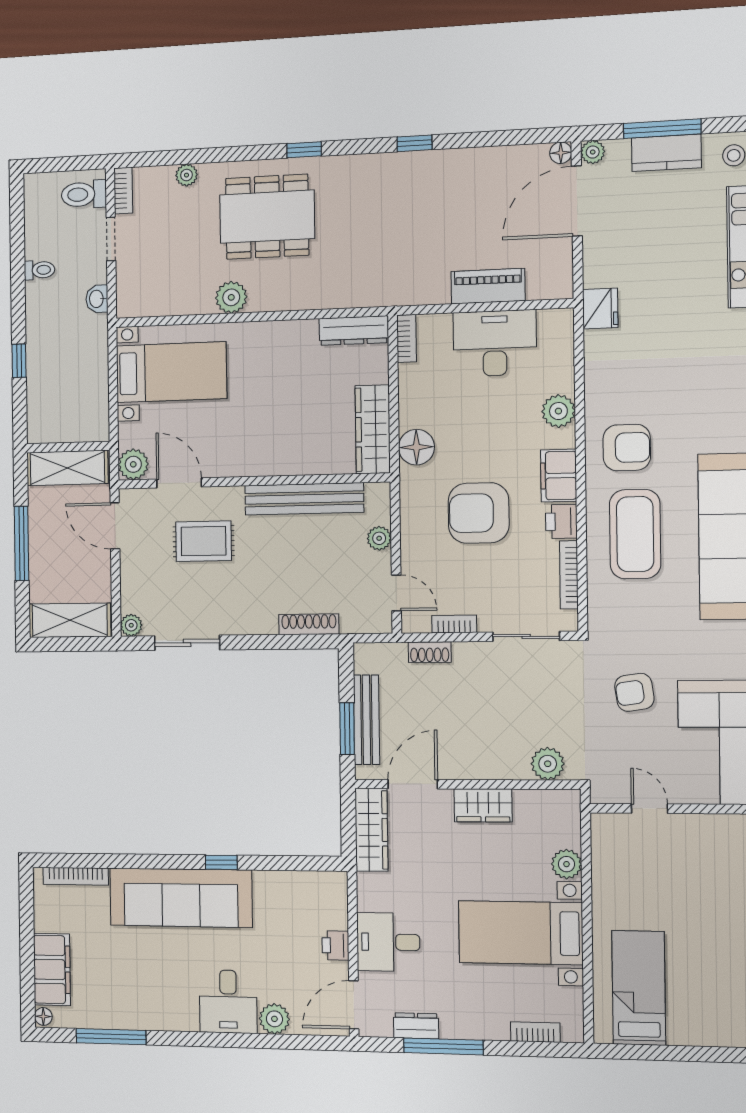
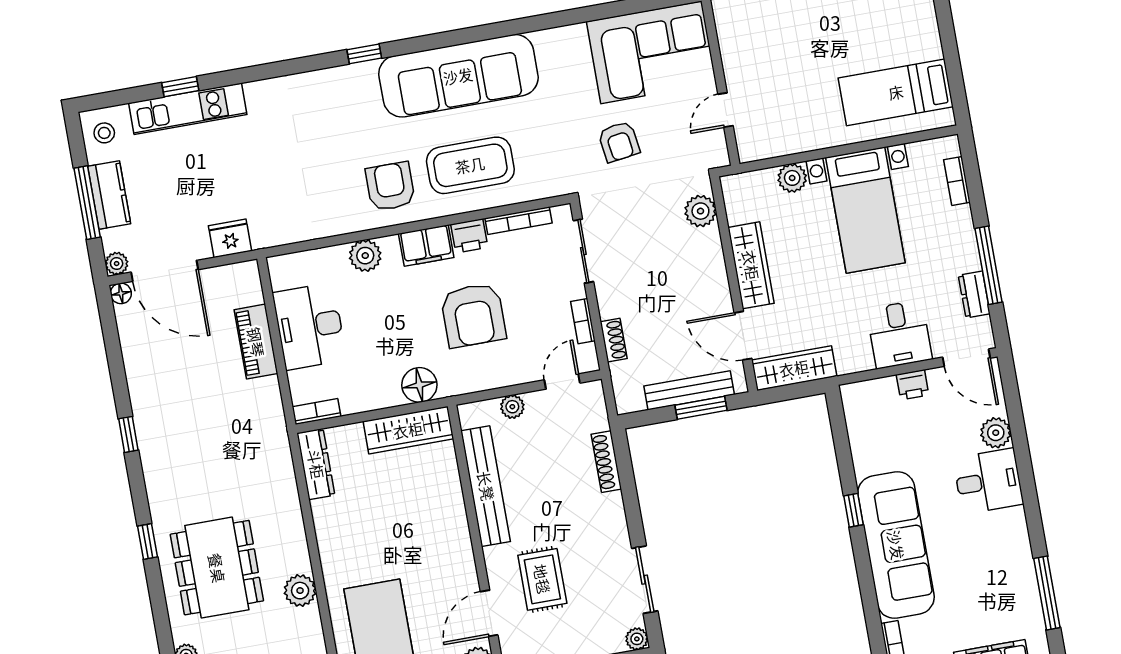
fridge: (600, 308) -> (230, 238), moved
wardrobe: (483, 805) -> (751, 265), width x1.50

